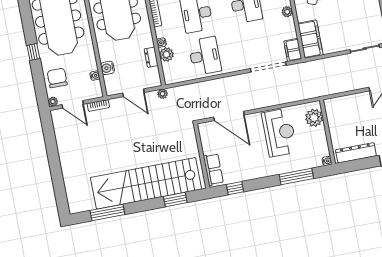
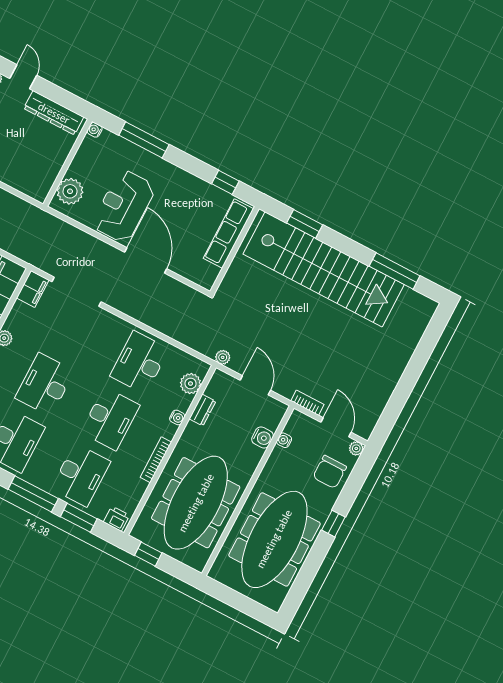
plant: (166, 54) -> (191, 384), moved
door: (229, 116) -> (146, 260), moved
row of seats: (213, 169) -> (228, 234), width x1.48

